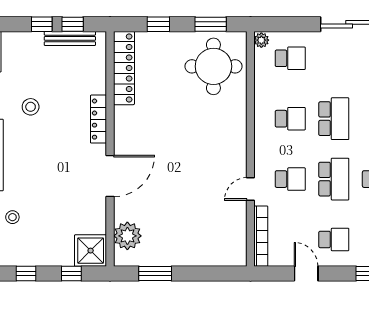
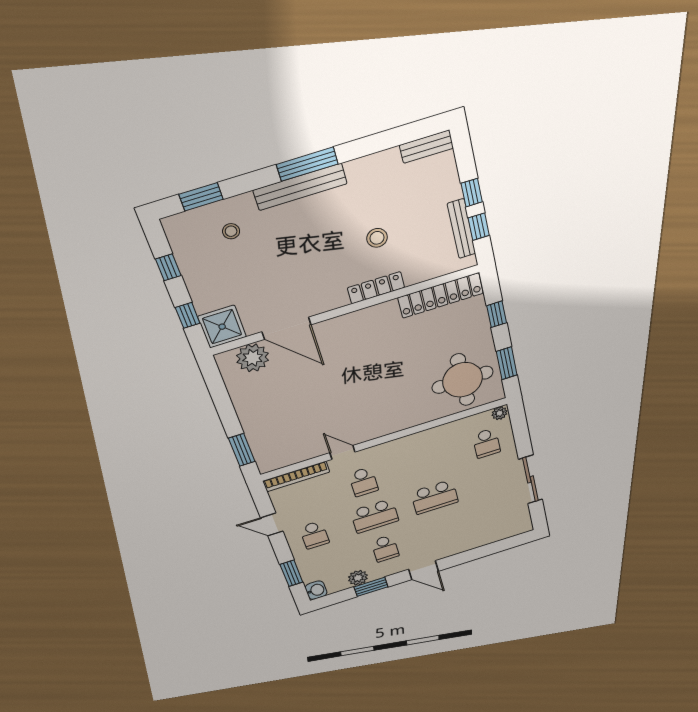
stool: (31, 107) -> (377, 238), moved
school desk: (290, 119) -> (425, 462), removed
door: (110, 176) -> (286, 328), moved
window: (155, 274) -> (242, 450), moved
door: (306, 274) -> (272, 525), swing flipped

